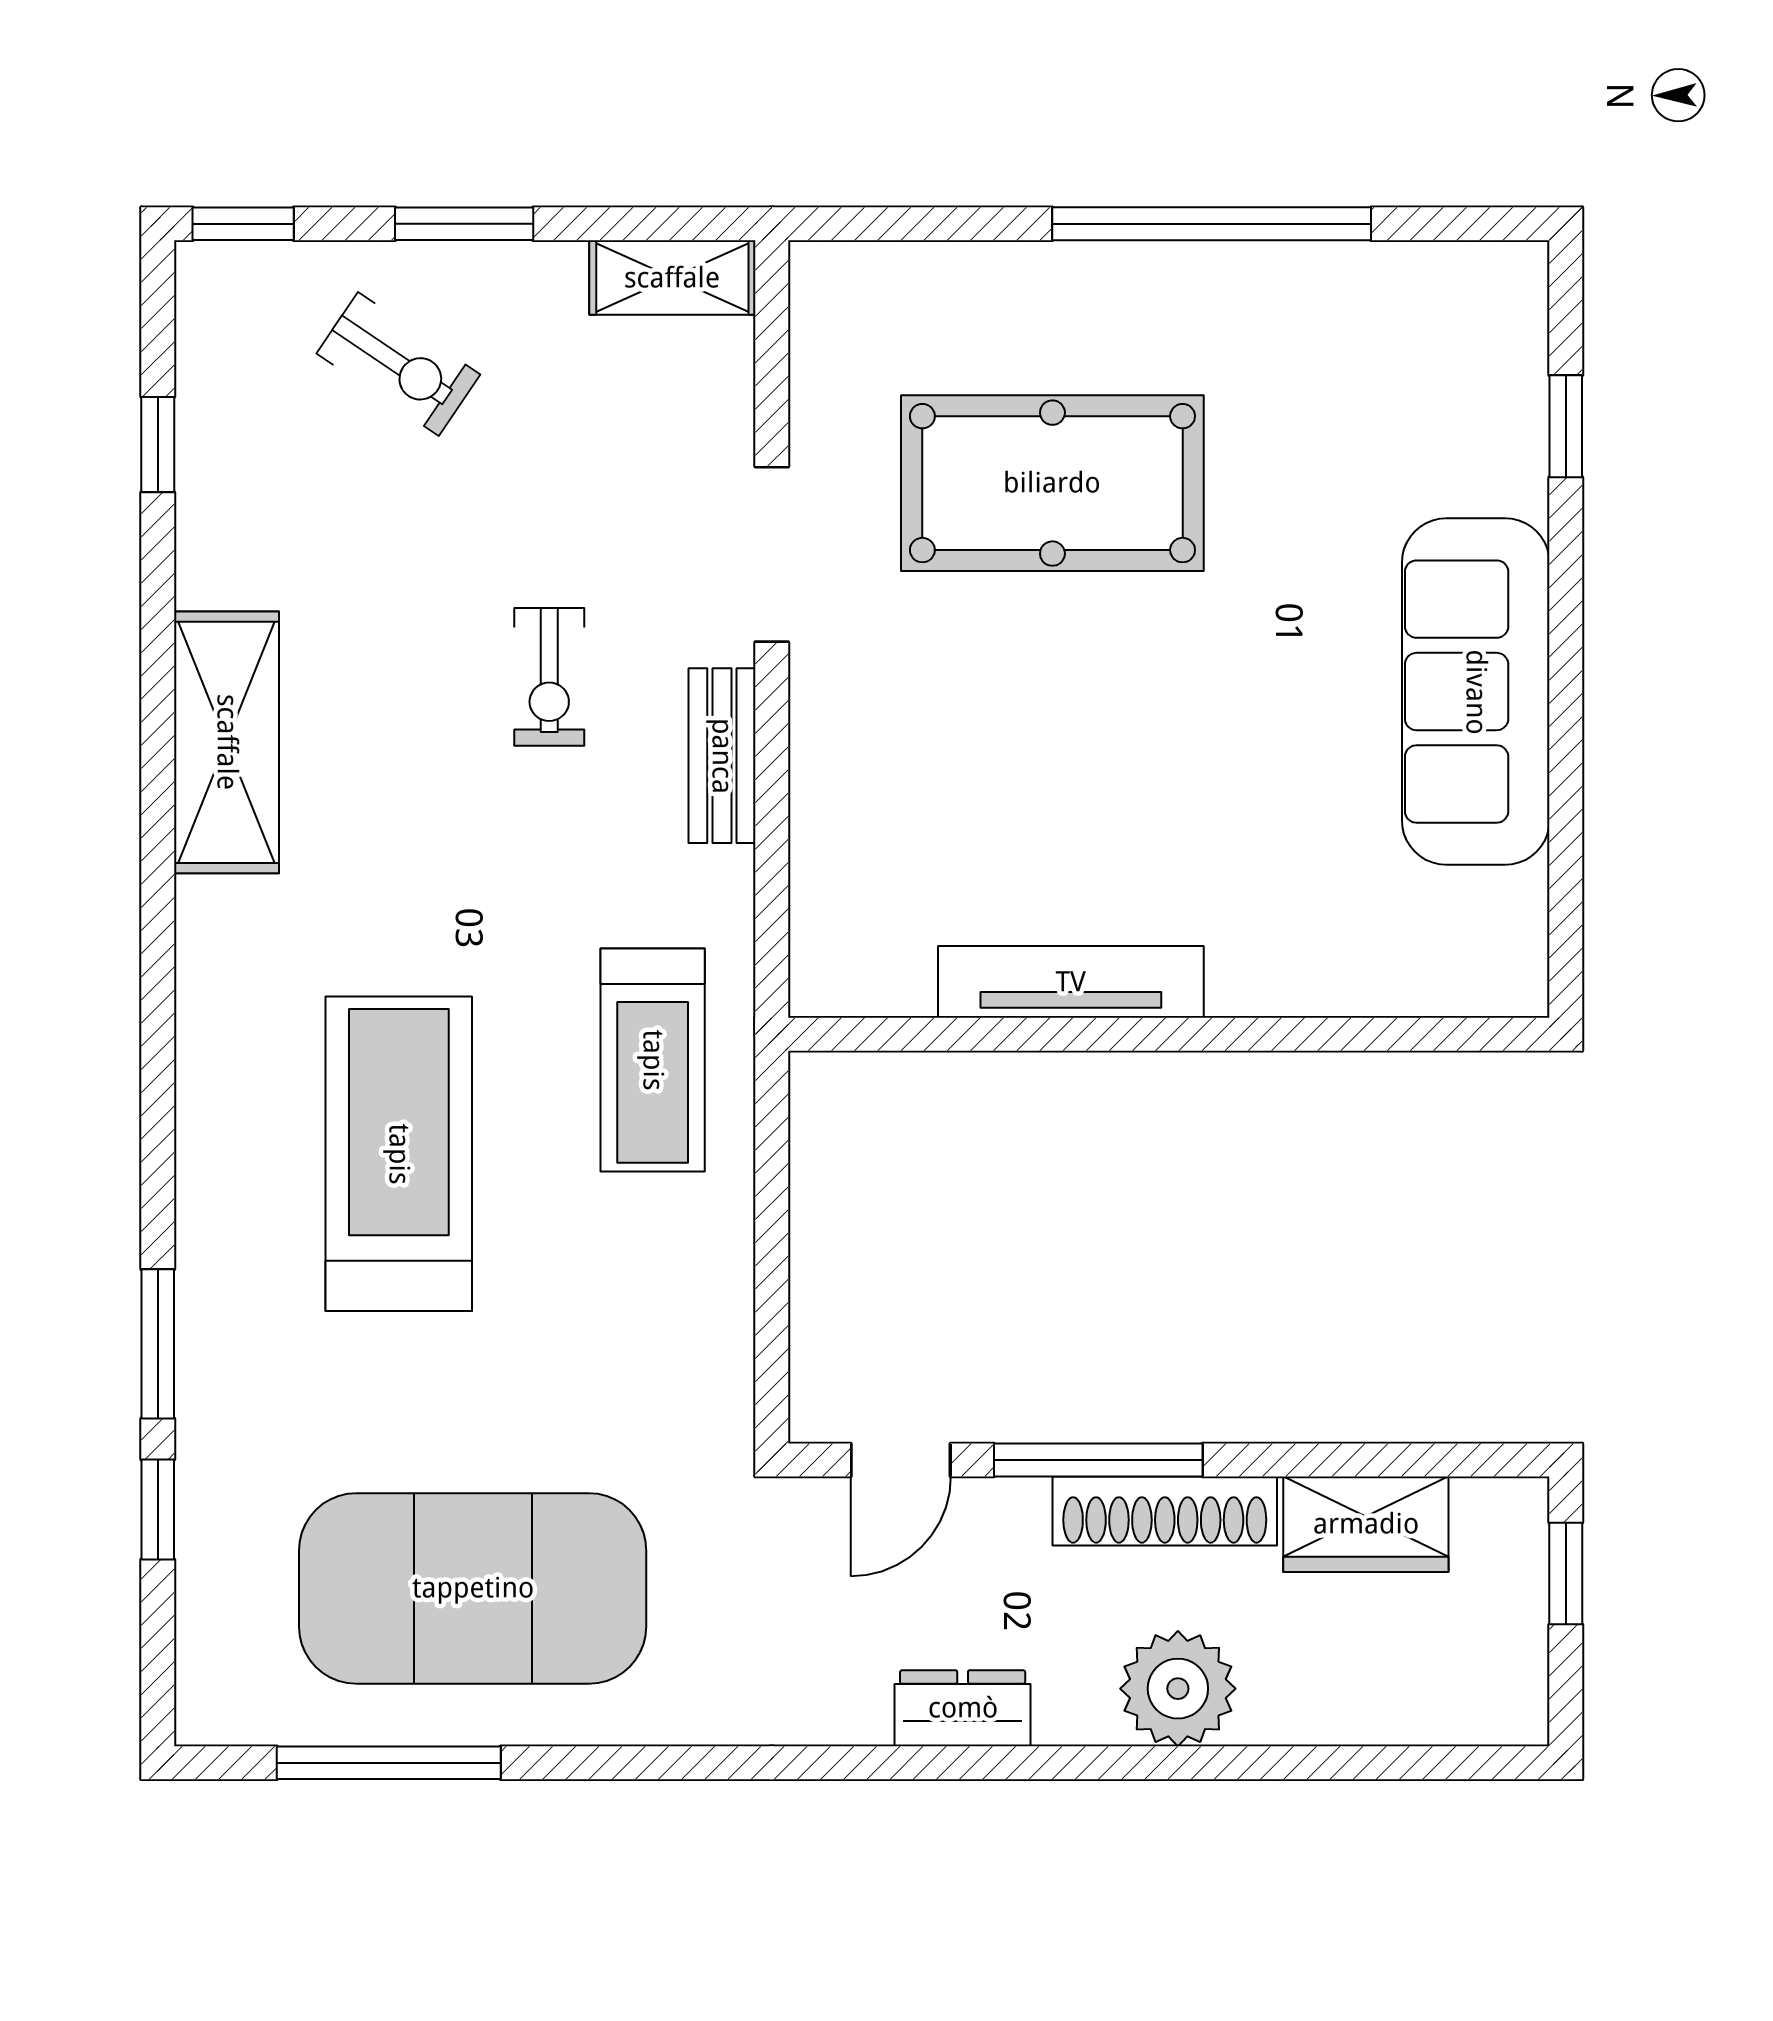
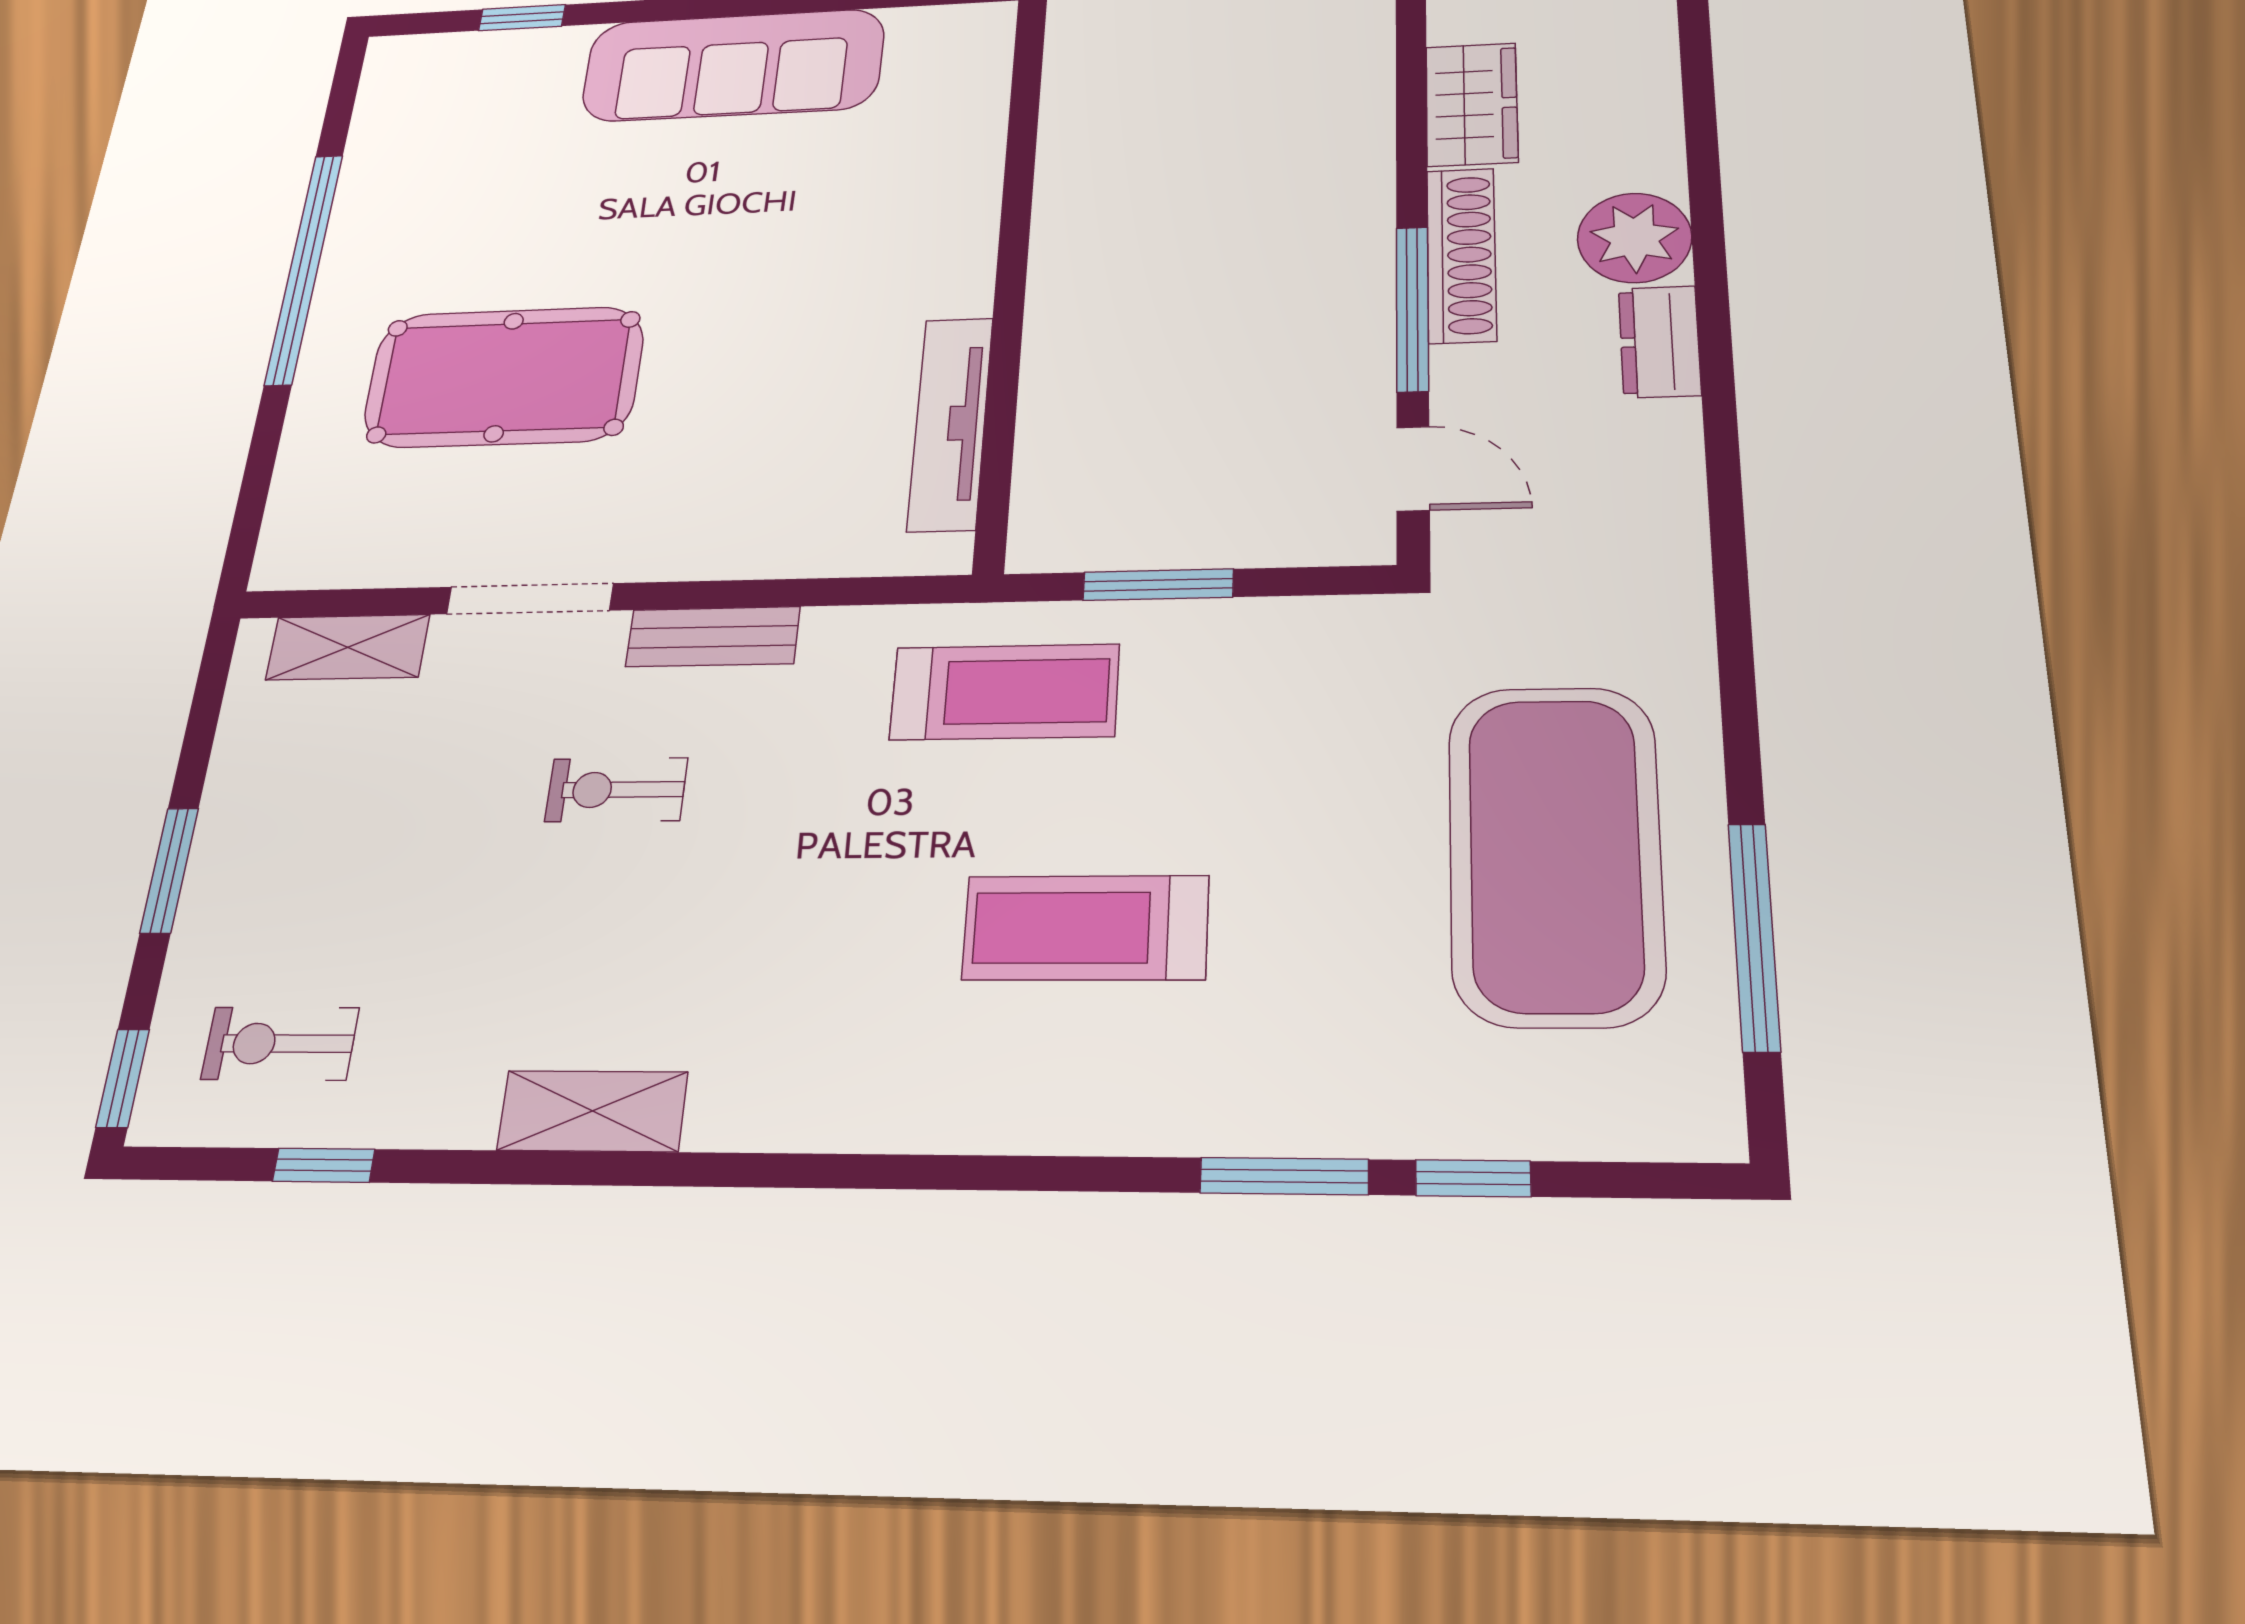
shelving: (672, 278) -> (348, 647), moved, turned 90
exercise bike: (398, 364) -> (280, 1044), moved, turned -124
pool table: (1052, 483) -> (504, 377), turned 90
exercise bike: (549, 677) -> (616, 790), turned 180
shelving: (227, 742) -> (592, 1111), width x0.67, depth x0.75
tv unit: (1071, 982) -> (950, 423), moved
treadmill: (399, 1154) -> (1086, 928), width x0.73, depth x0.73
window: (772, 1208) -> (1158, 585), added
dresser: (963, 1708) -> (1660, 342), moved

